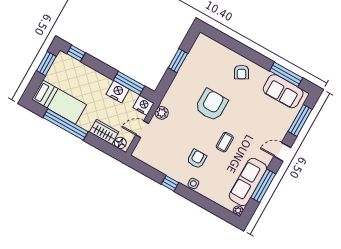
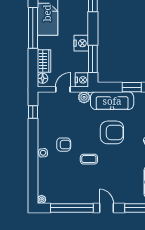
nightstand: (118, 92) -> (81, 43), moved
door: (142, 129) -> (63, 89), hinge flipped
sofa: (248, 182) -> (112, 101), moved, turned 180
window: (170, 183) -> (33, 112), moved
window: (263, 186) -> (72, 208), width x1.46

